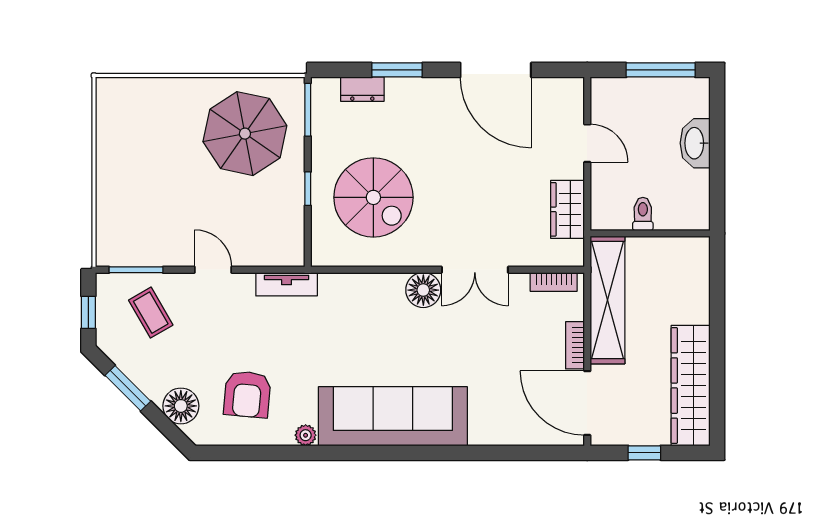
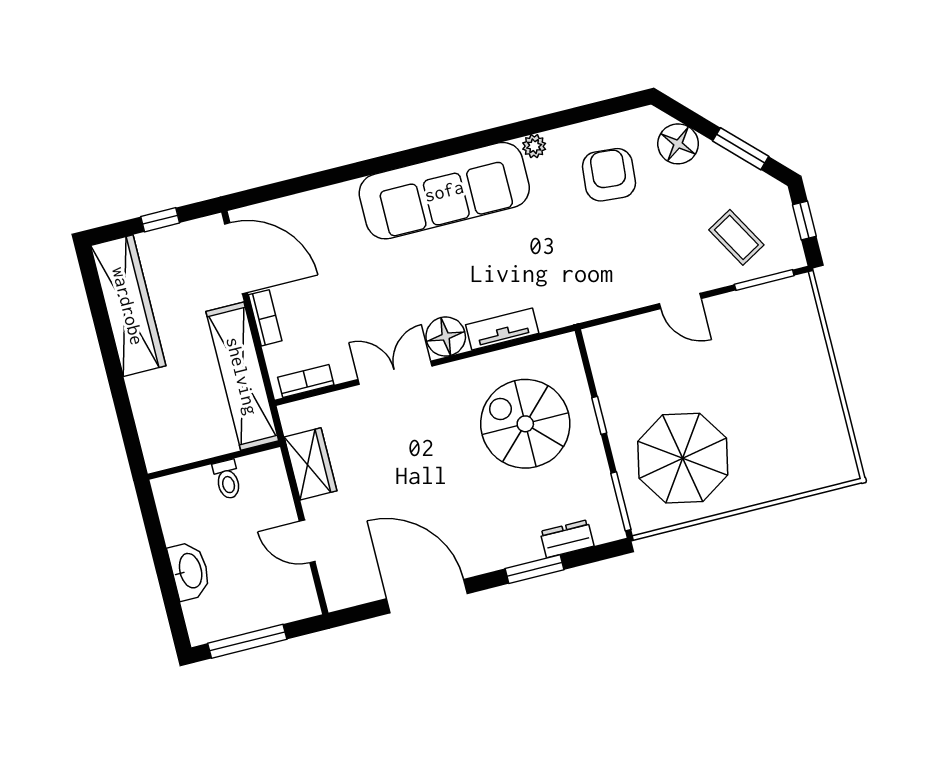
tv unit: (287, 284) -> (502, 329), moved

